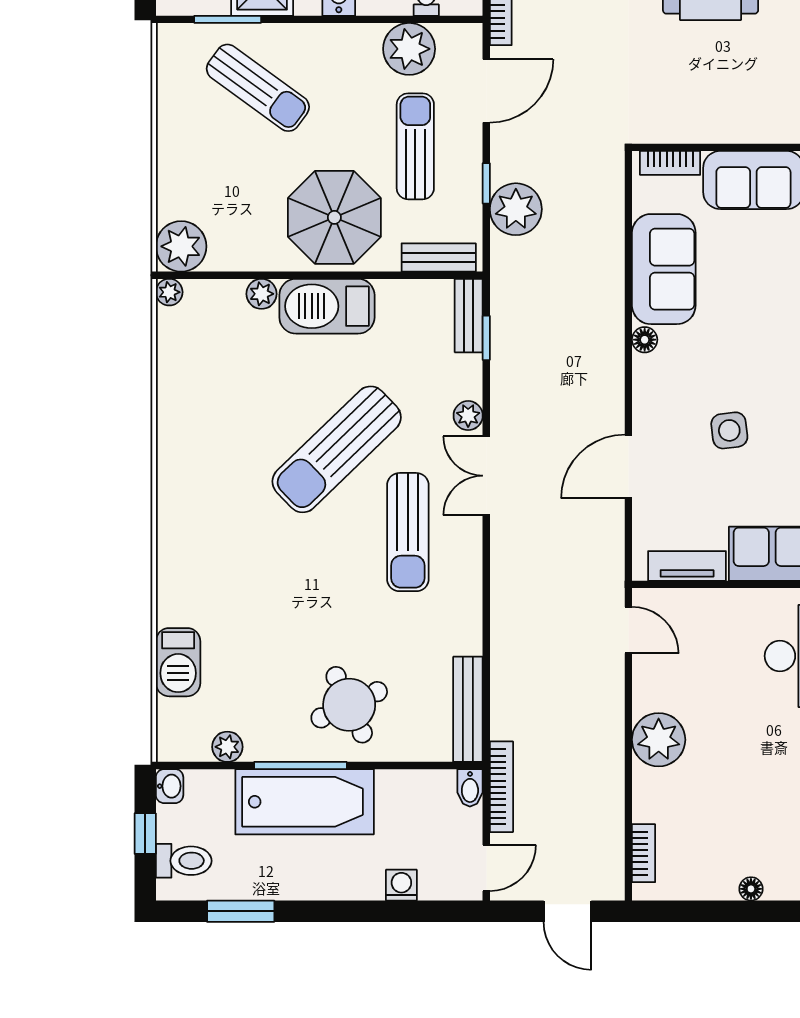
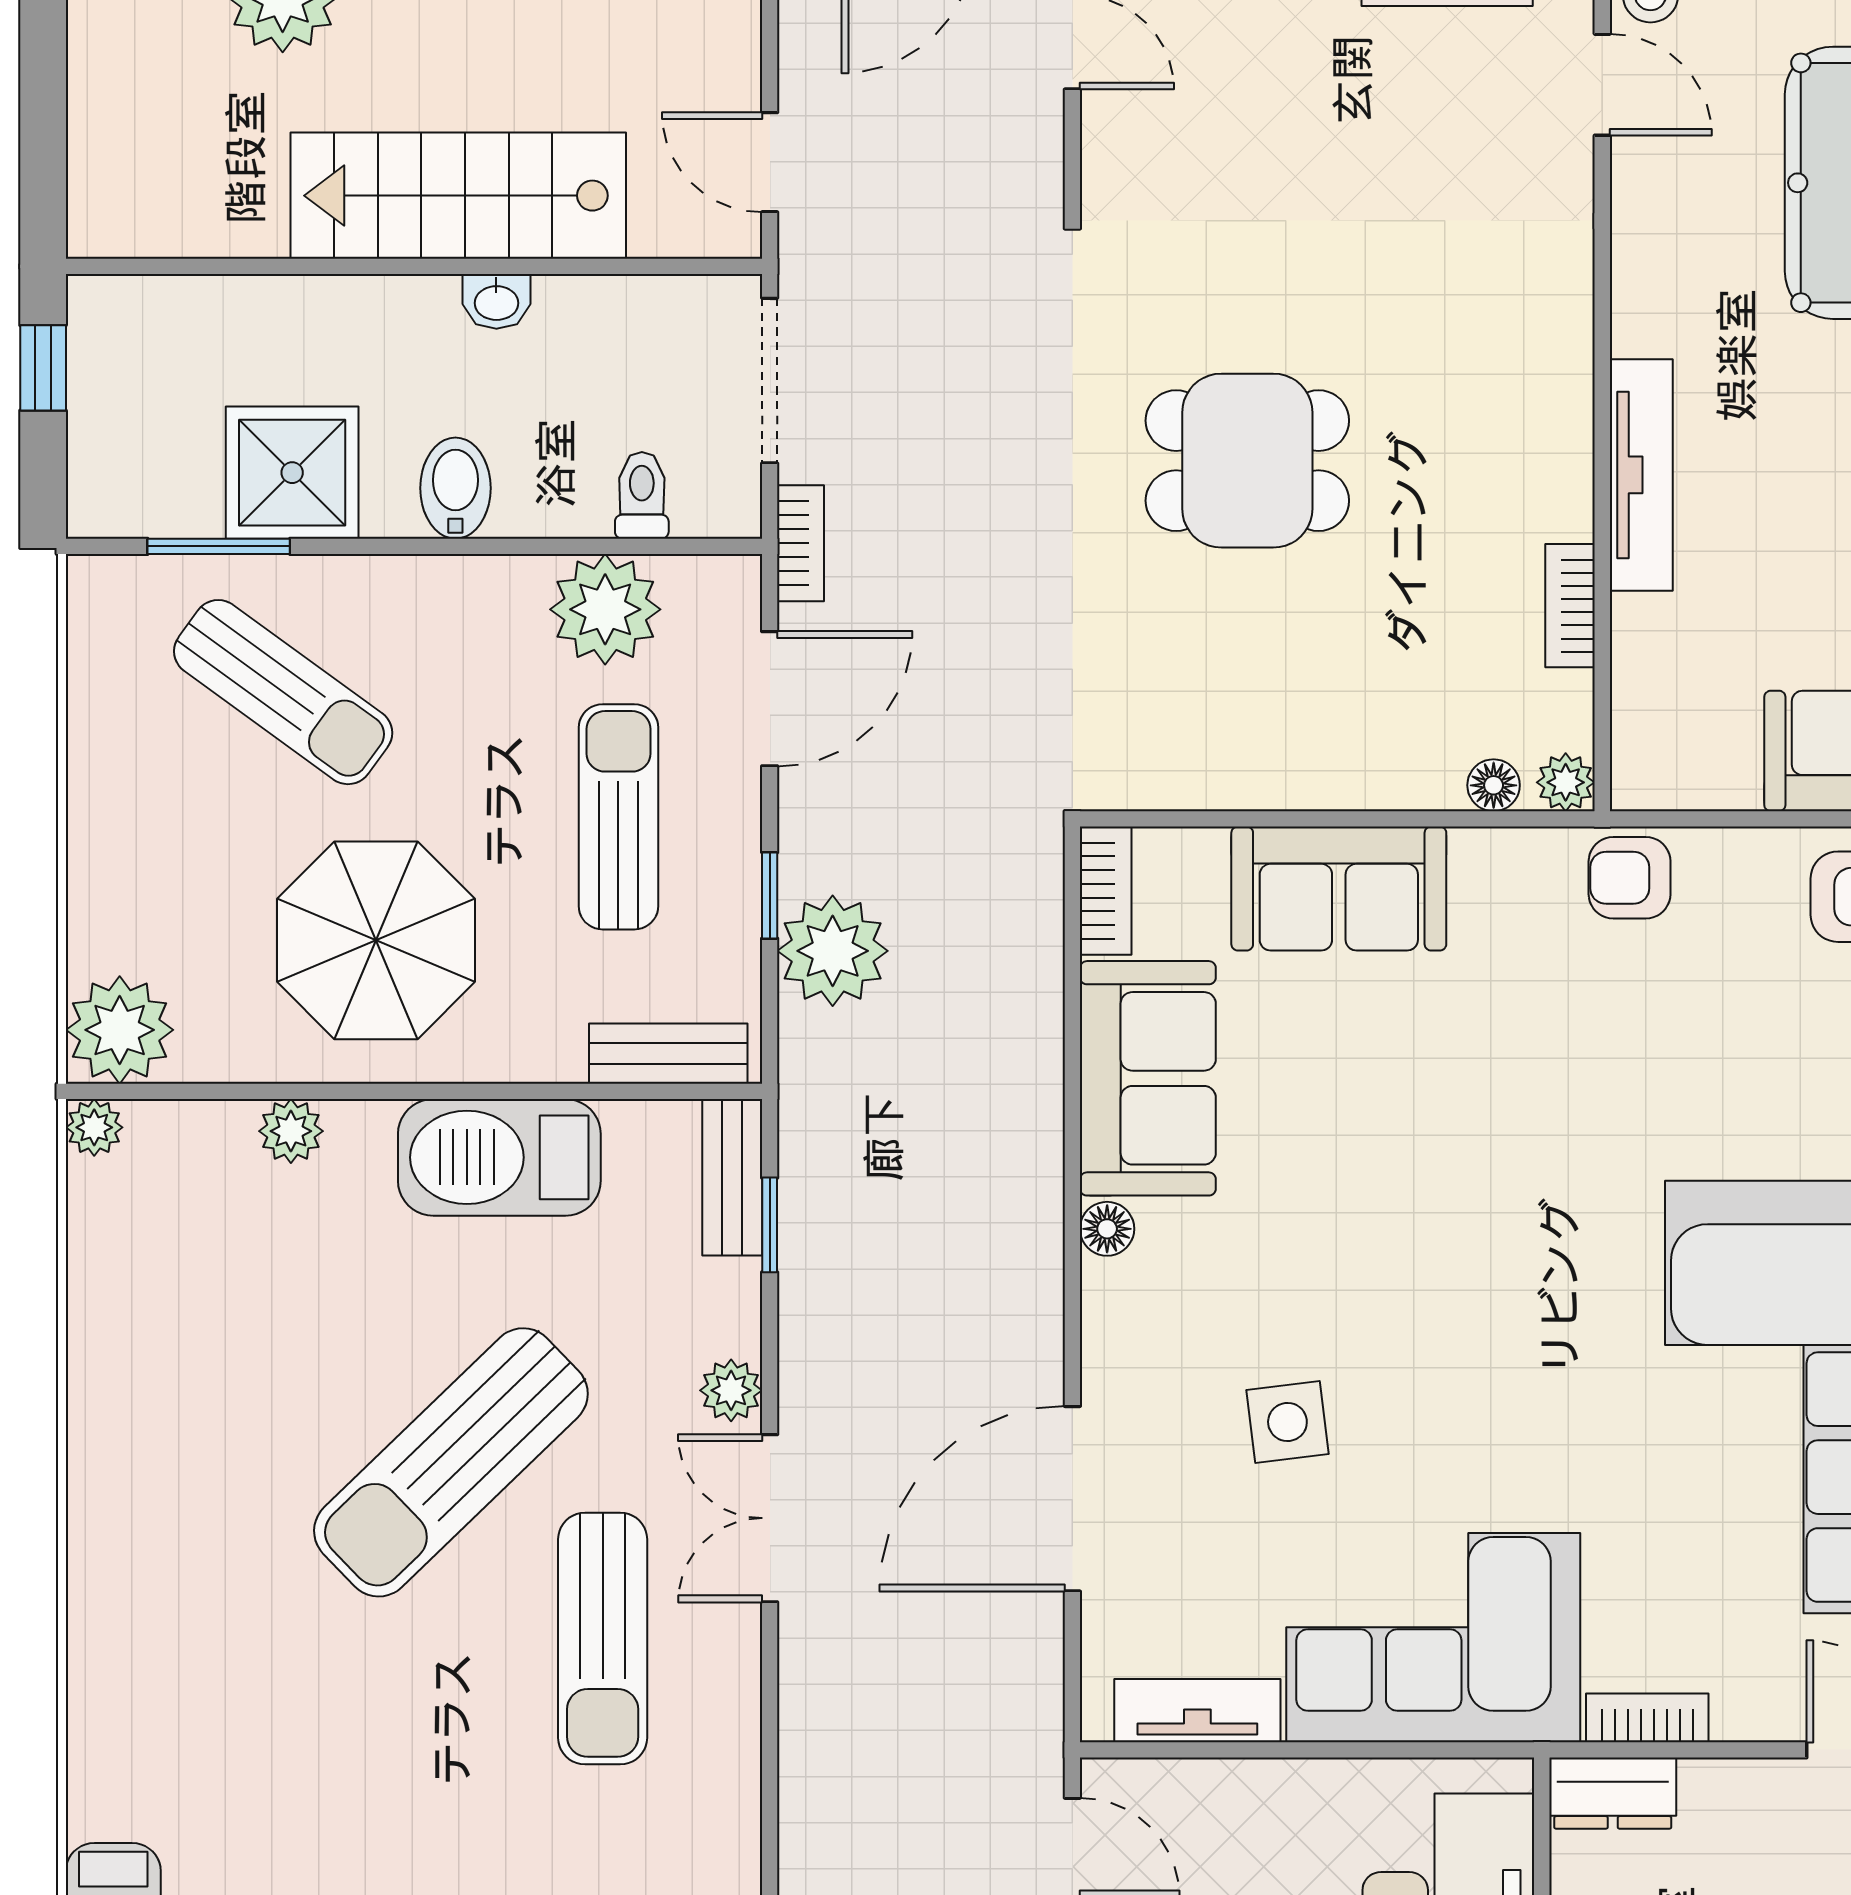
bookcase: (670, 163) -> (1106, 891), moved, turned -90
parasol: (334, 217) -> (376, 940), moved
barbecue: (327, 306) -> (499, 1157), moved
door: (628, 466) -> (1072, 1499), width x1.36

